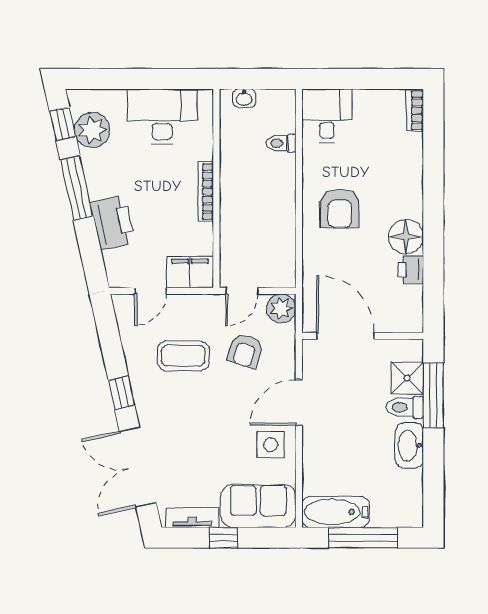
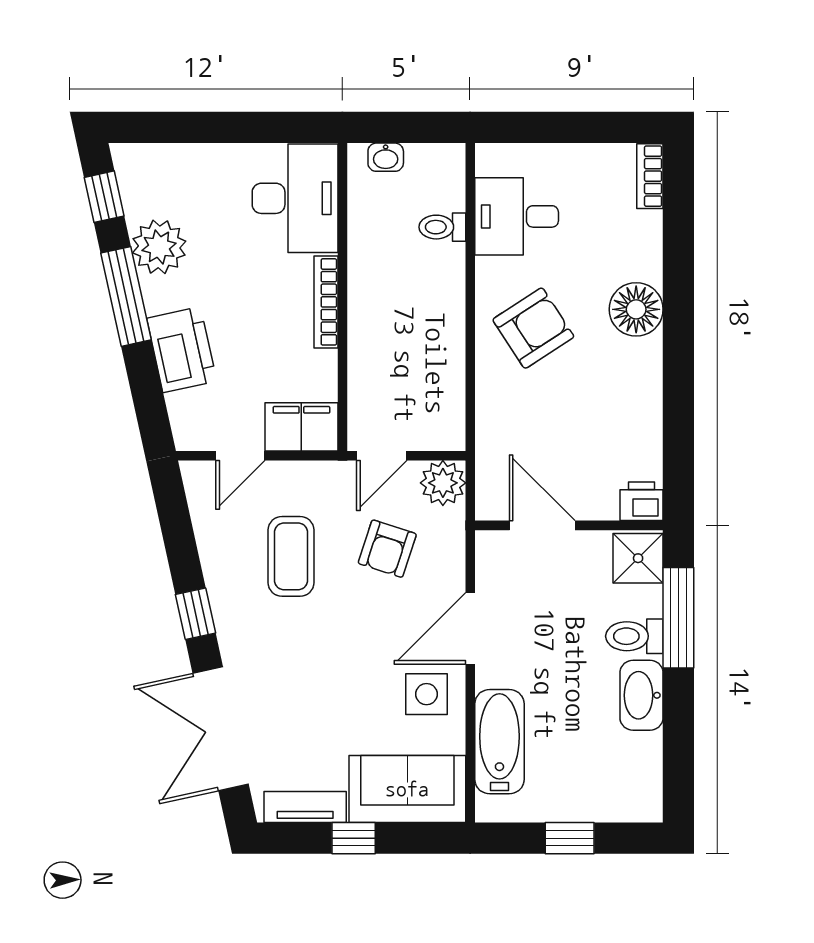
desk: (327, 116) -> (517, 216), moved, turned -90
desk: (162, 117) -> (295, 198), moved, turned 90
plant: (92, 130) -> (159, 247), moved
armchair: (340, 208) -> (533, 328), turned -123
floor lamp: (406, 237) -> (636, 309), moved
printer: (411, 270) -> (642, 501), moved, turned 90
door: (345, 336) -> (542, 525), width x0.73
coffee table: (183, 356) -> (291, 556), turned 90
shower: (407, 378) -> (638, 558), moved
bathtub: (336, 512) -> (499, 742), moved, turned 90
window: (363, 538) -> (570, 838), width x0.46

